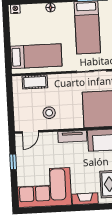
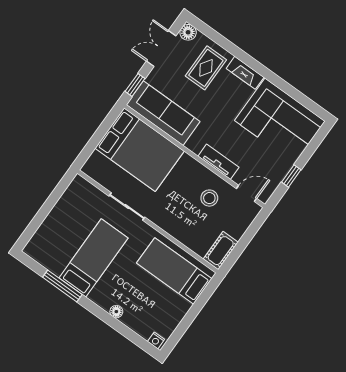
cot: (35, 82) -> (221, 251), moved, turned 90
tv unit: (72, 136) -> (218, 162), moved

